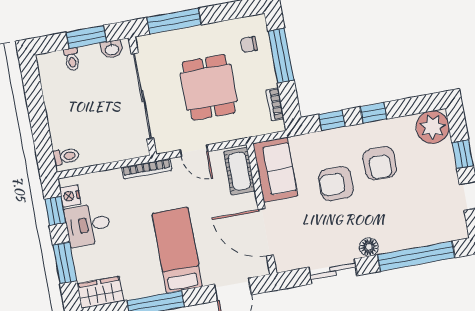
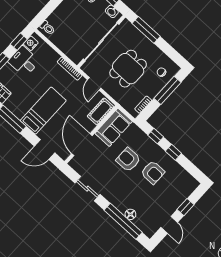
plant: (433, 127) -> (187, 184), removed
armchair: (380, 163) -> (153, 172), turned -90
floor lamp: (369, 247) -> (130, 214), moved

